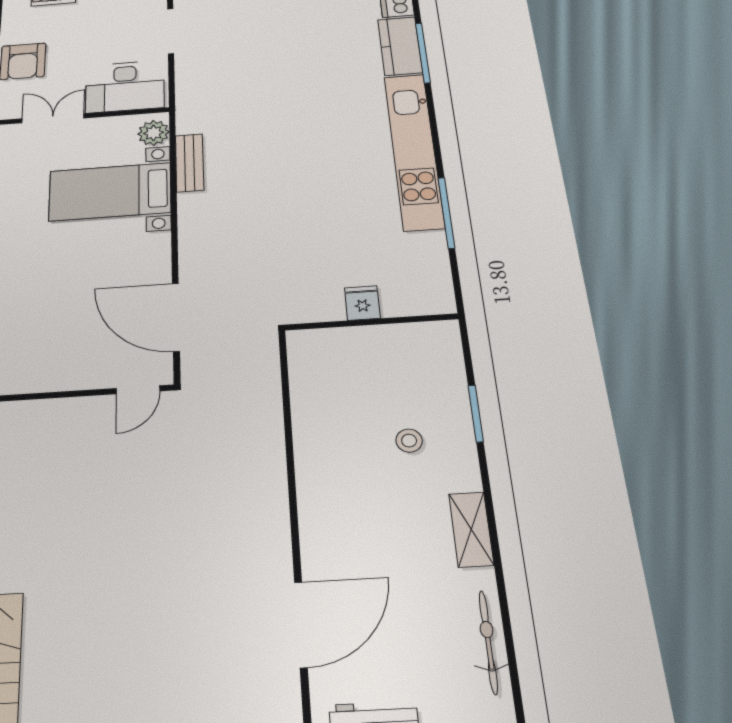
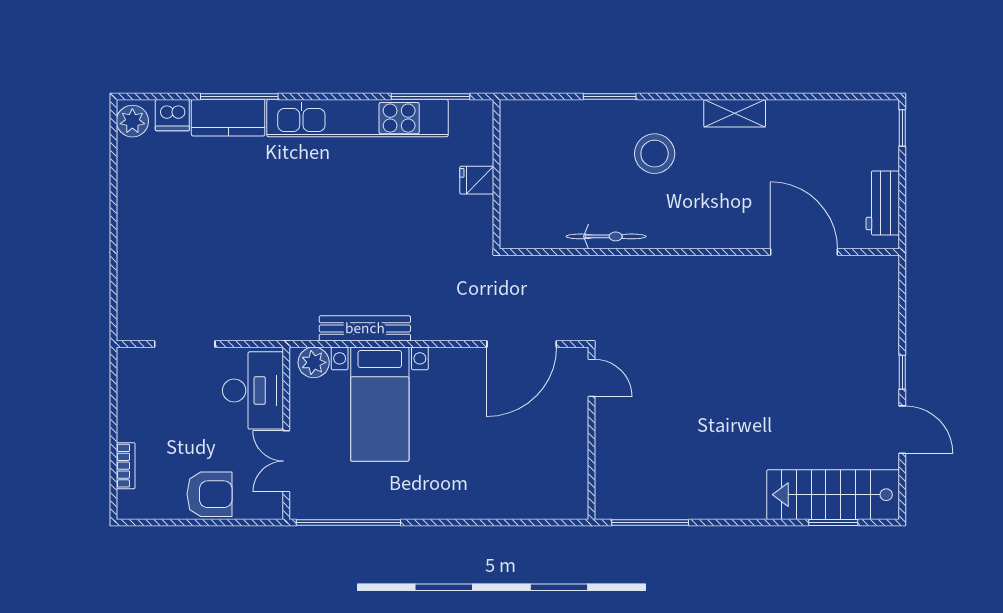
bench: (190, 163) -> (365, 328), width x1.36
fridge: (362, 303) -> (477, 180), moved
wall: (371, 322) -> (496, 174), moved
window: (476, 413) -> (610, 97), moved
stool: (409, 441) -> (655, 154), width x1.89, depth x1.89
bicycle: (488, 642) -> (606, 236), moved, turned 180

